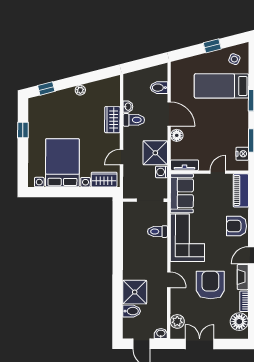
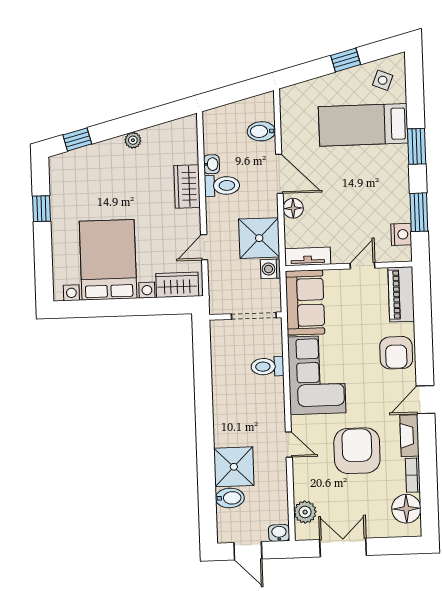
armchair: (236, 226) -> (396, 353), turned -90

